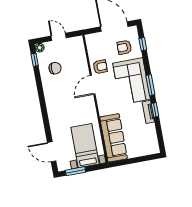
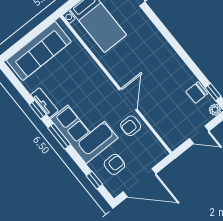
chair: (55, 68) -> (197, 93), moved
sofa: (114, 138) -> (39, 51), moved, turned -90

